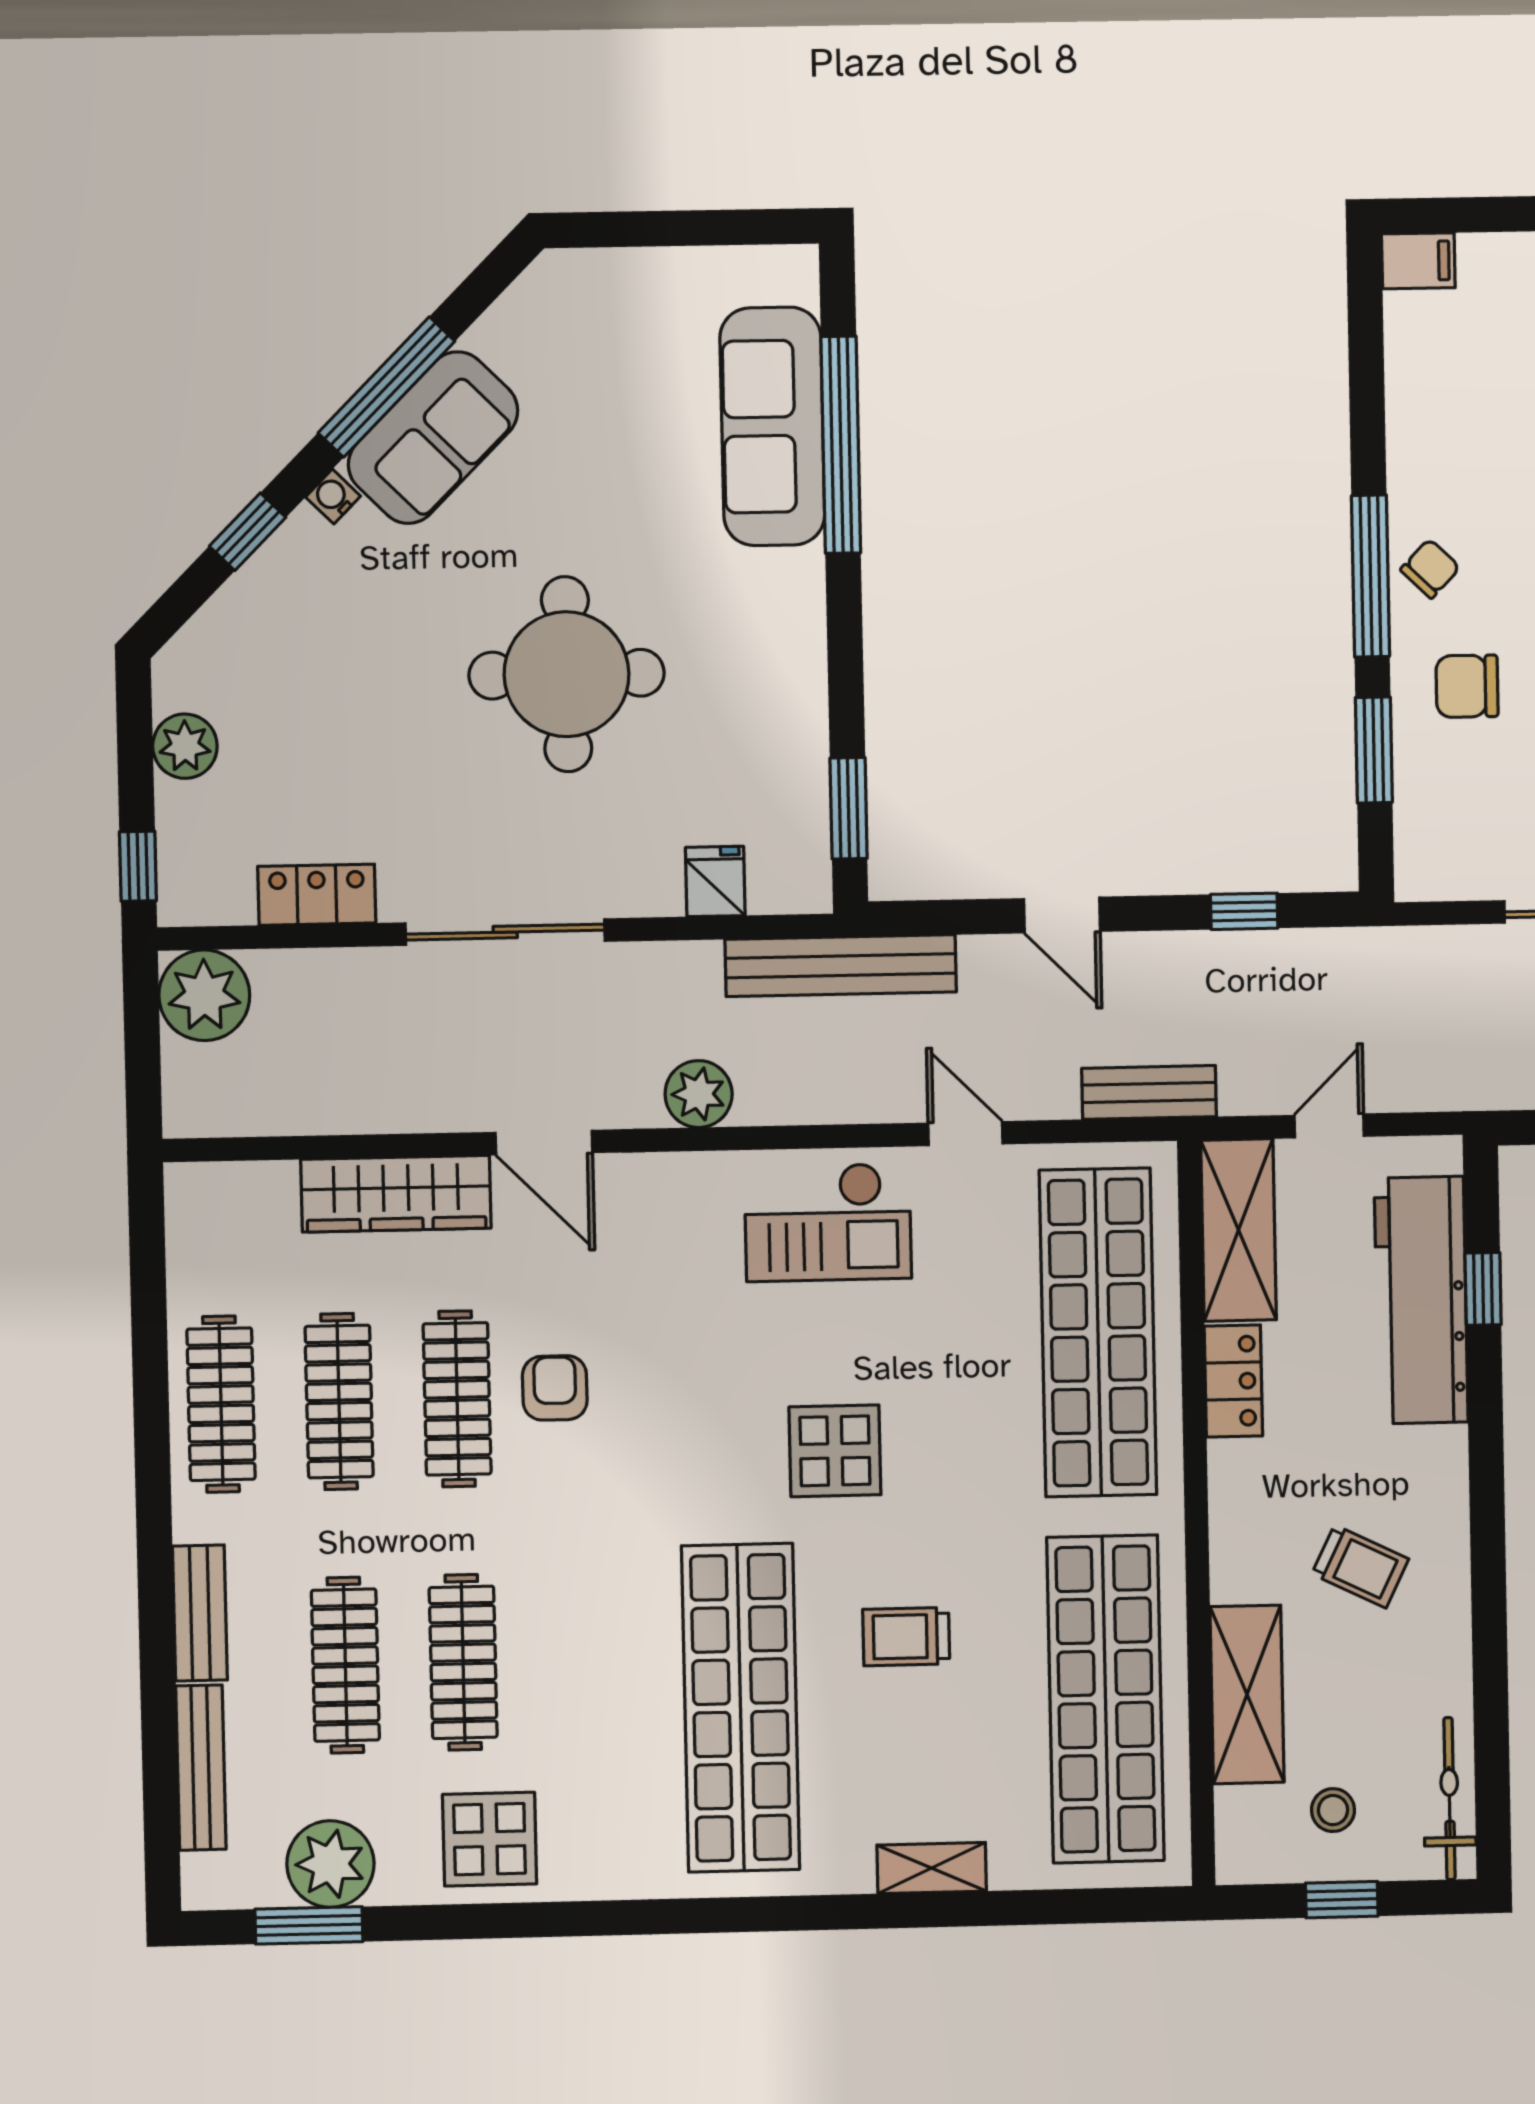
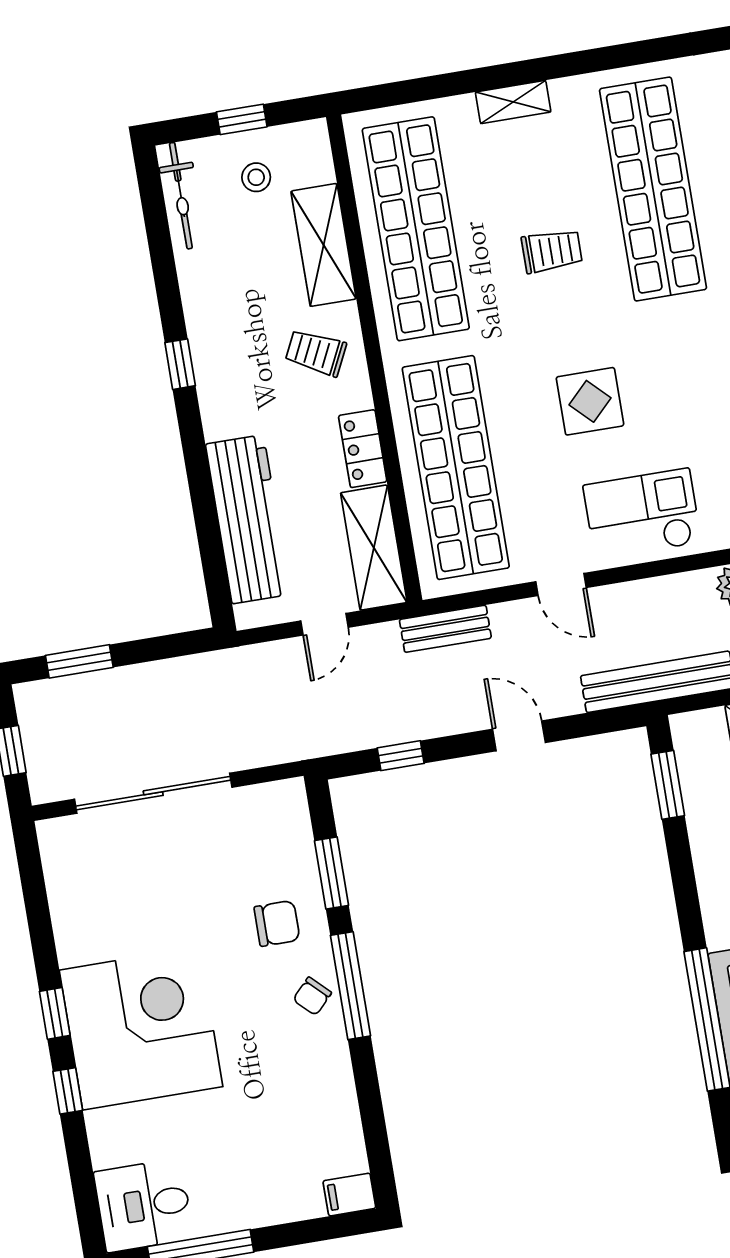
window: (1483, 1289) -> (180, 364), moved
display table: (835, 1451) -> (590, 401), moved
trolley: (1360, 1566) -> (316, 353), moved

